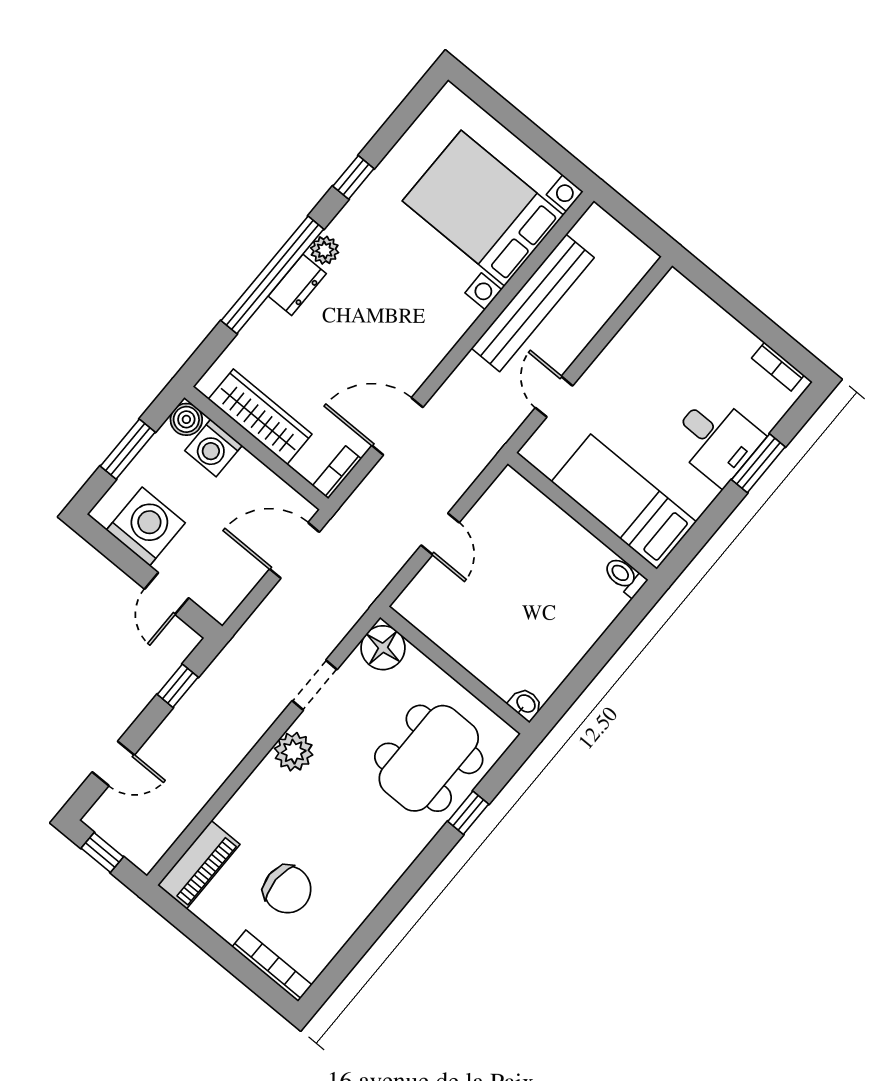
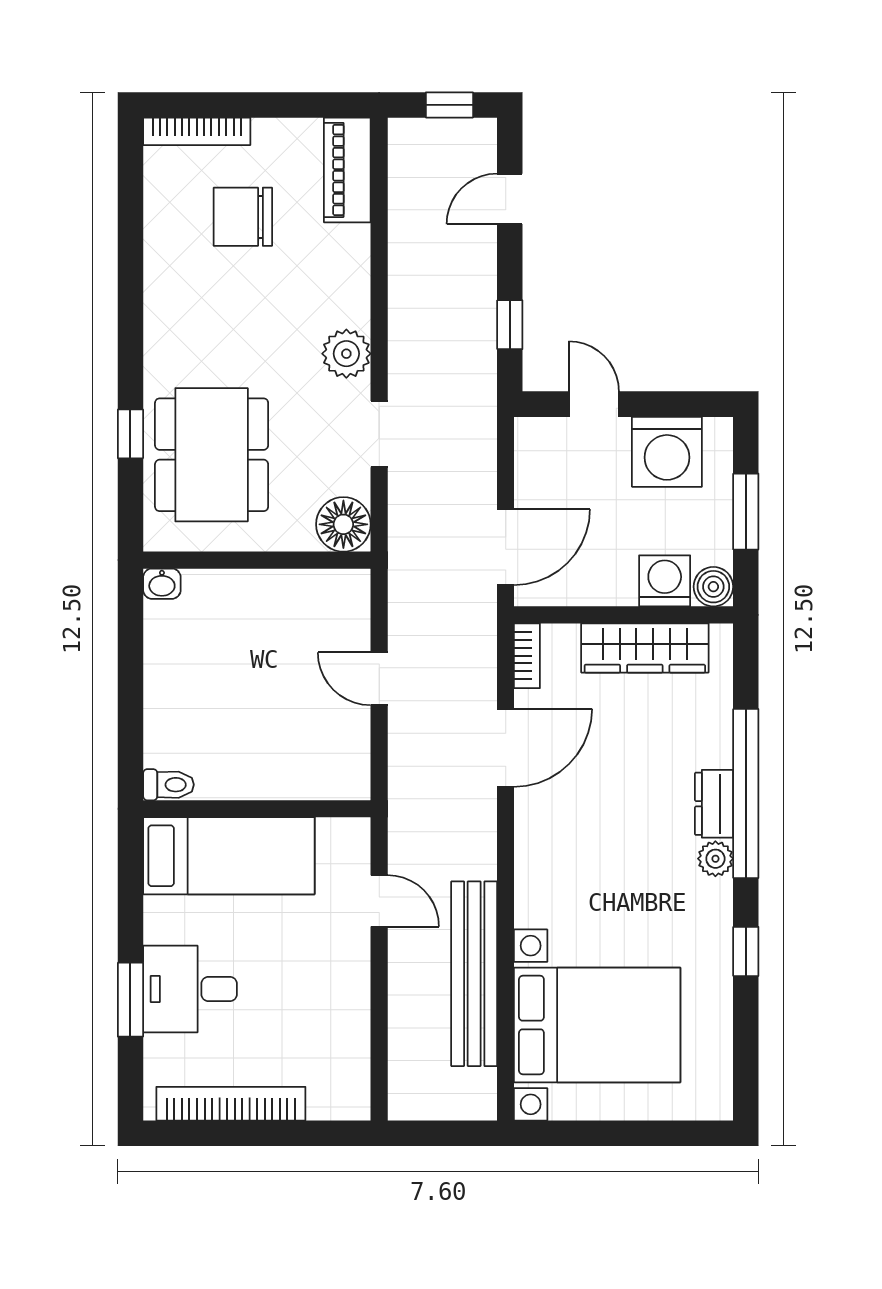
bookcase: (778, 367) -> (231, 1104), width x2.31, depth x1.31

